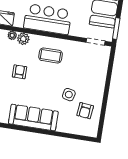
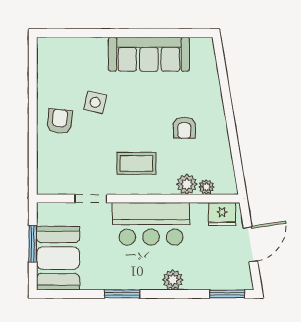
window: (116, 28) -> (33, 244), moved
doorway: (96, 42) -> (91, 199), moved
armchair: (85, 111) -> (60, 121), moved

